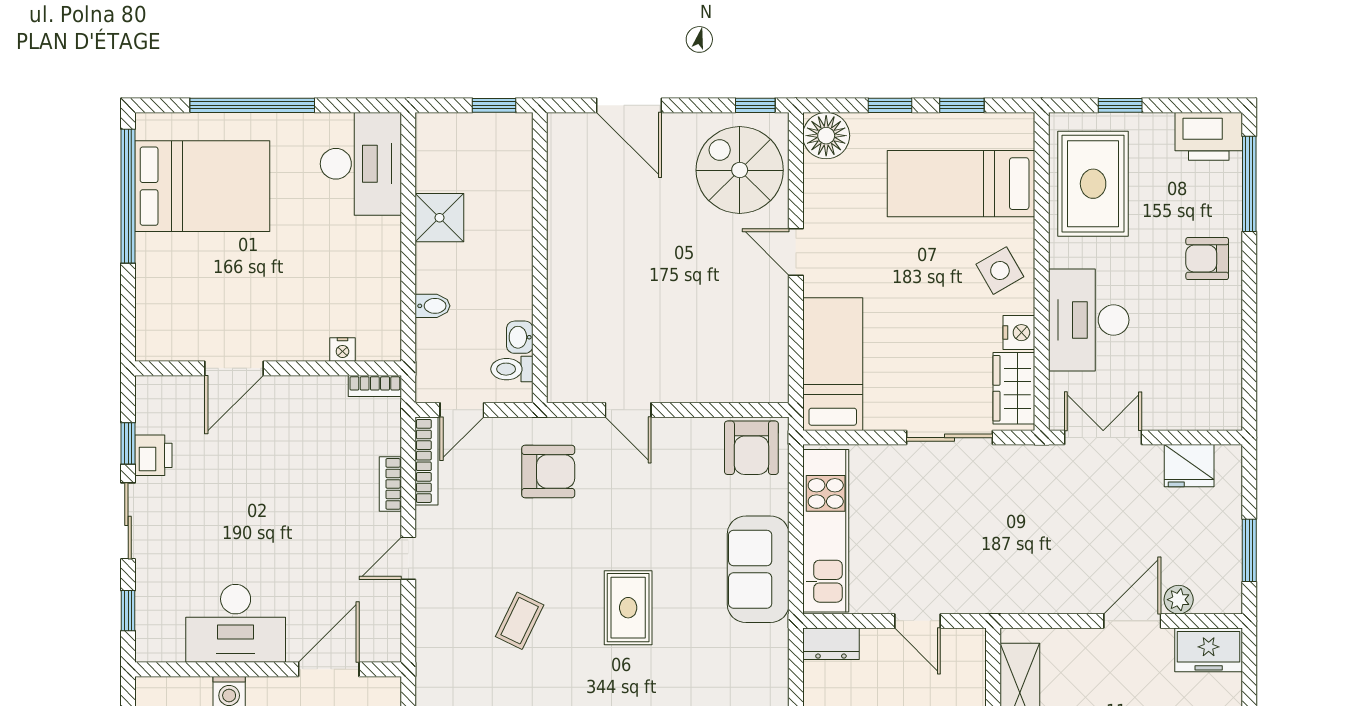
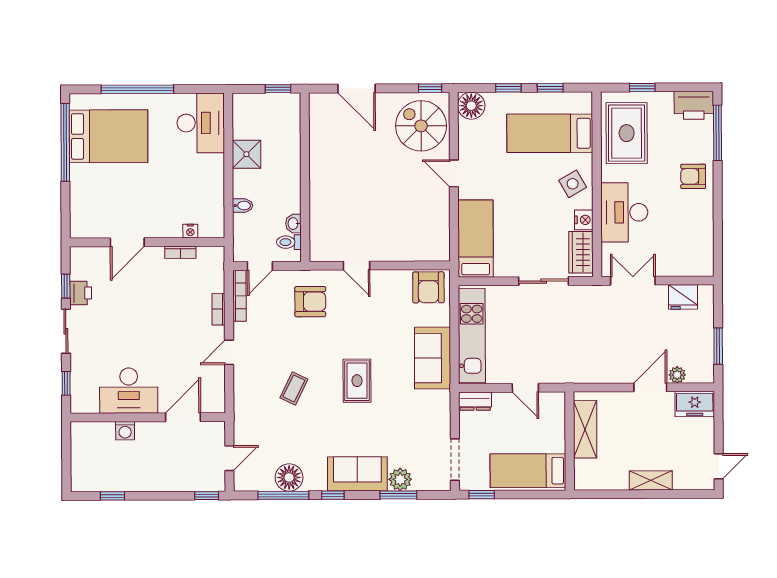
bookcase: (375, 386) -> (180, 252), moved

